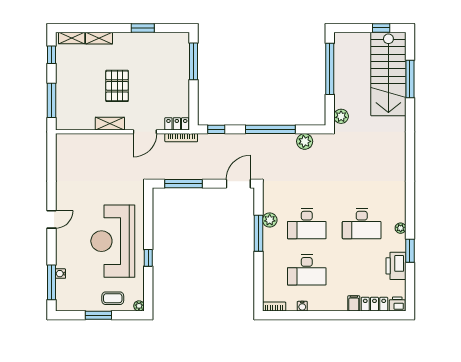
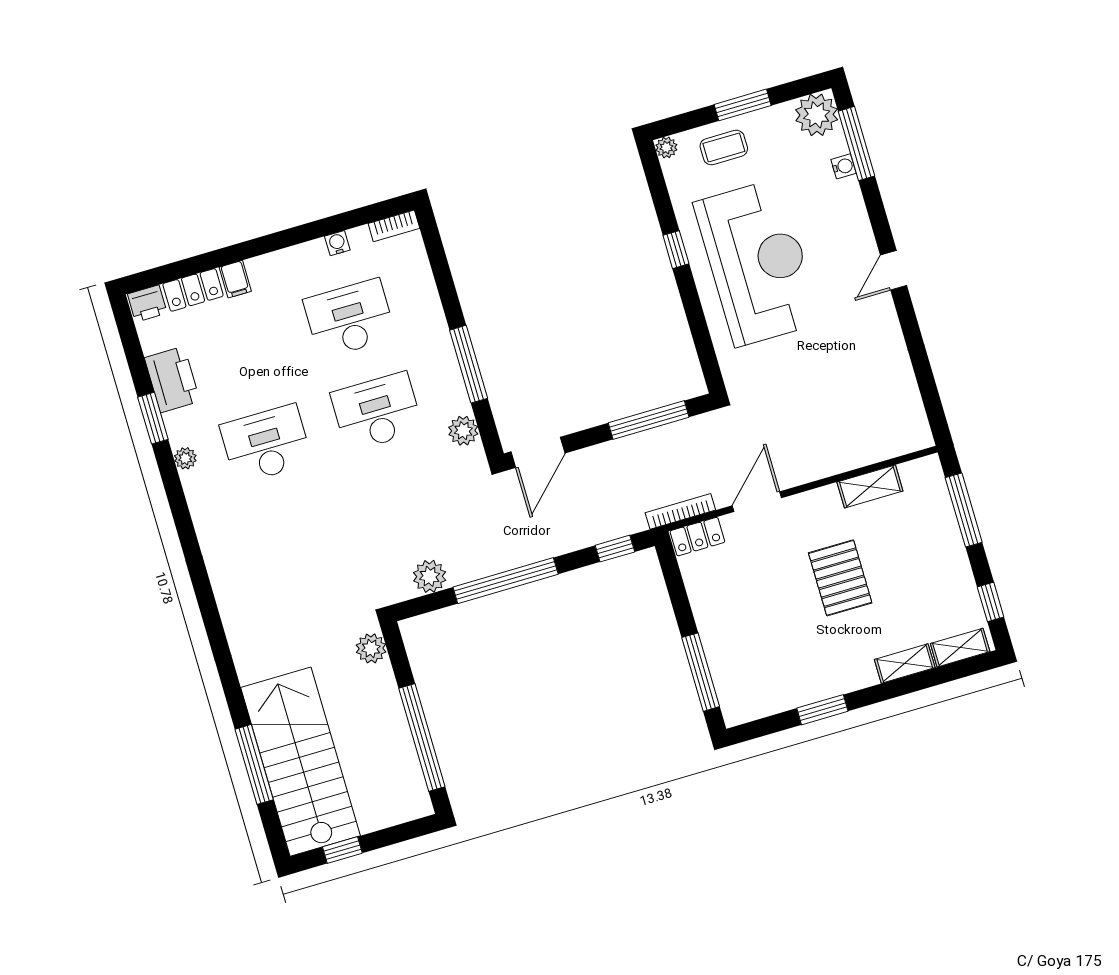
shelving: (110, 124) -> (870, 486), moved
plant: (270, 220) -> (463, 431), moved
plant: (66, 301) -> (817, 115), added

